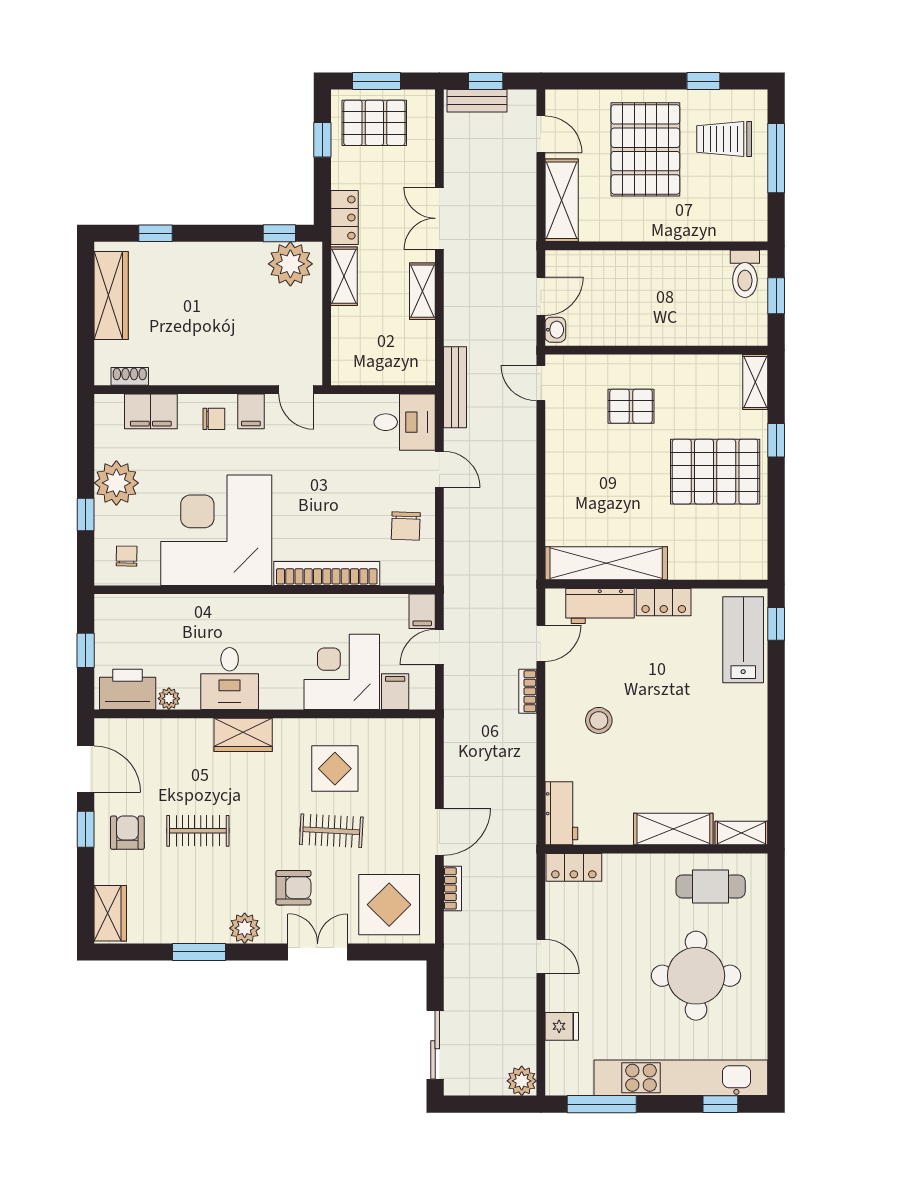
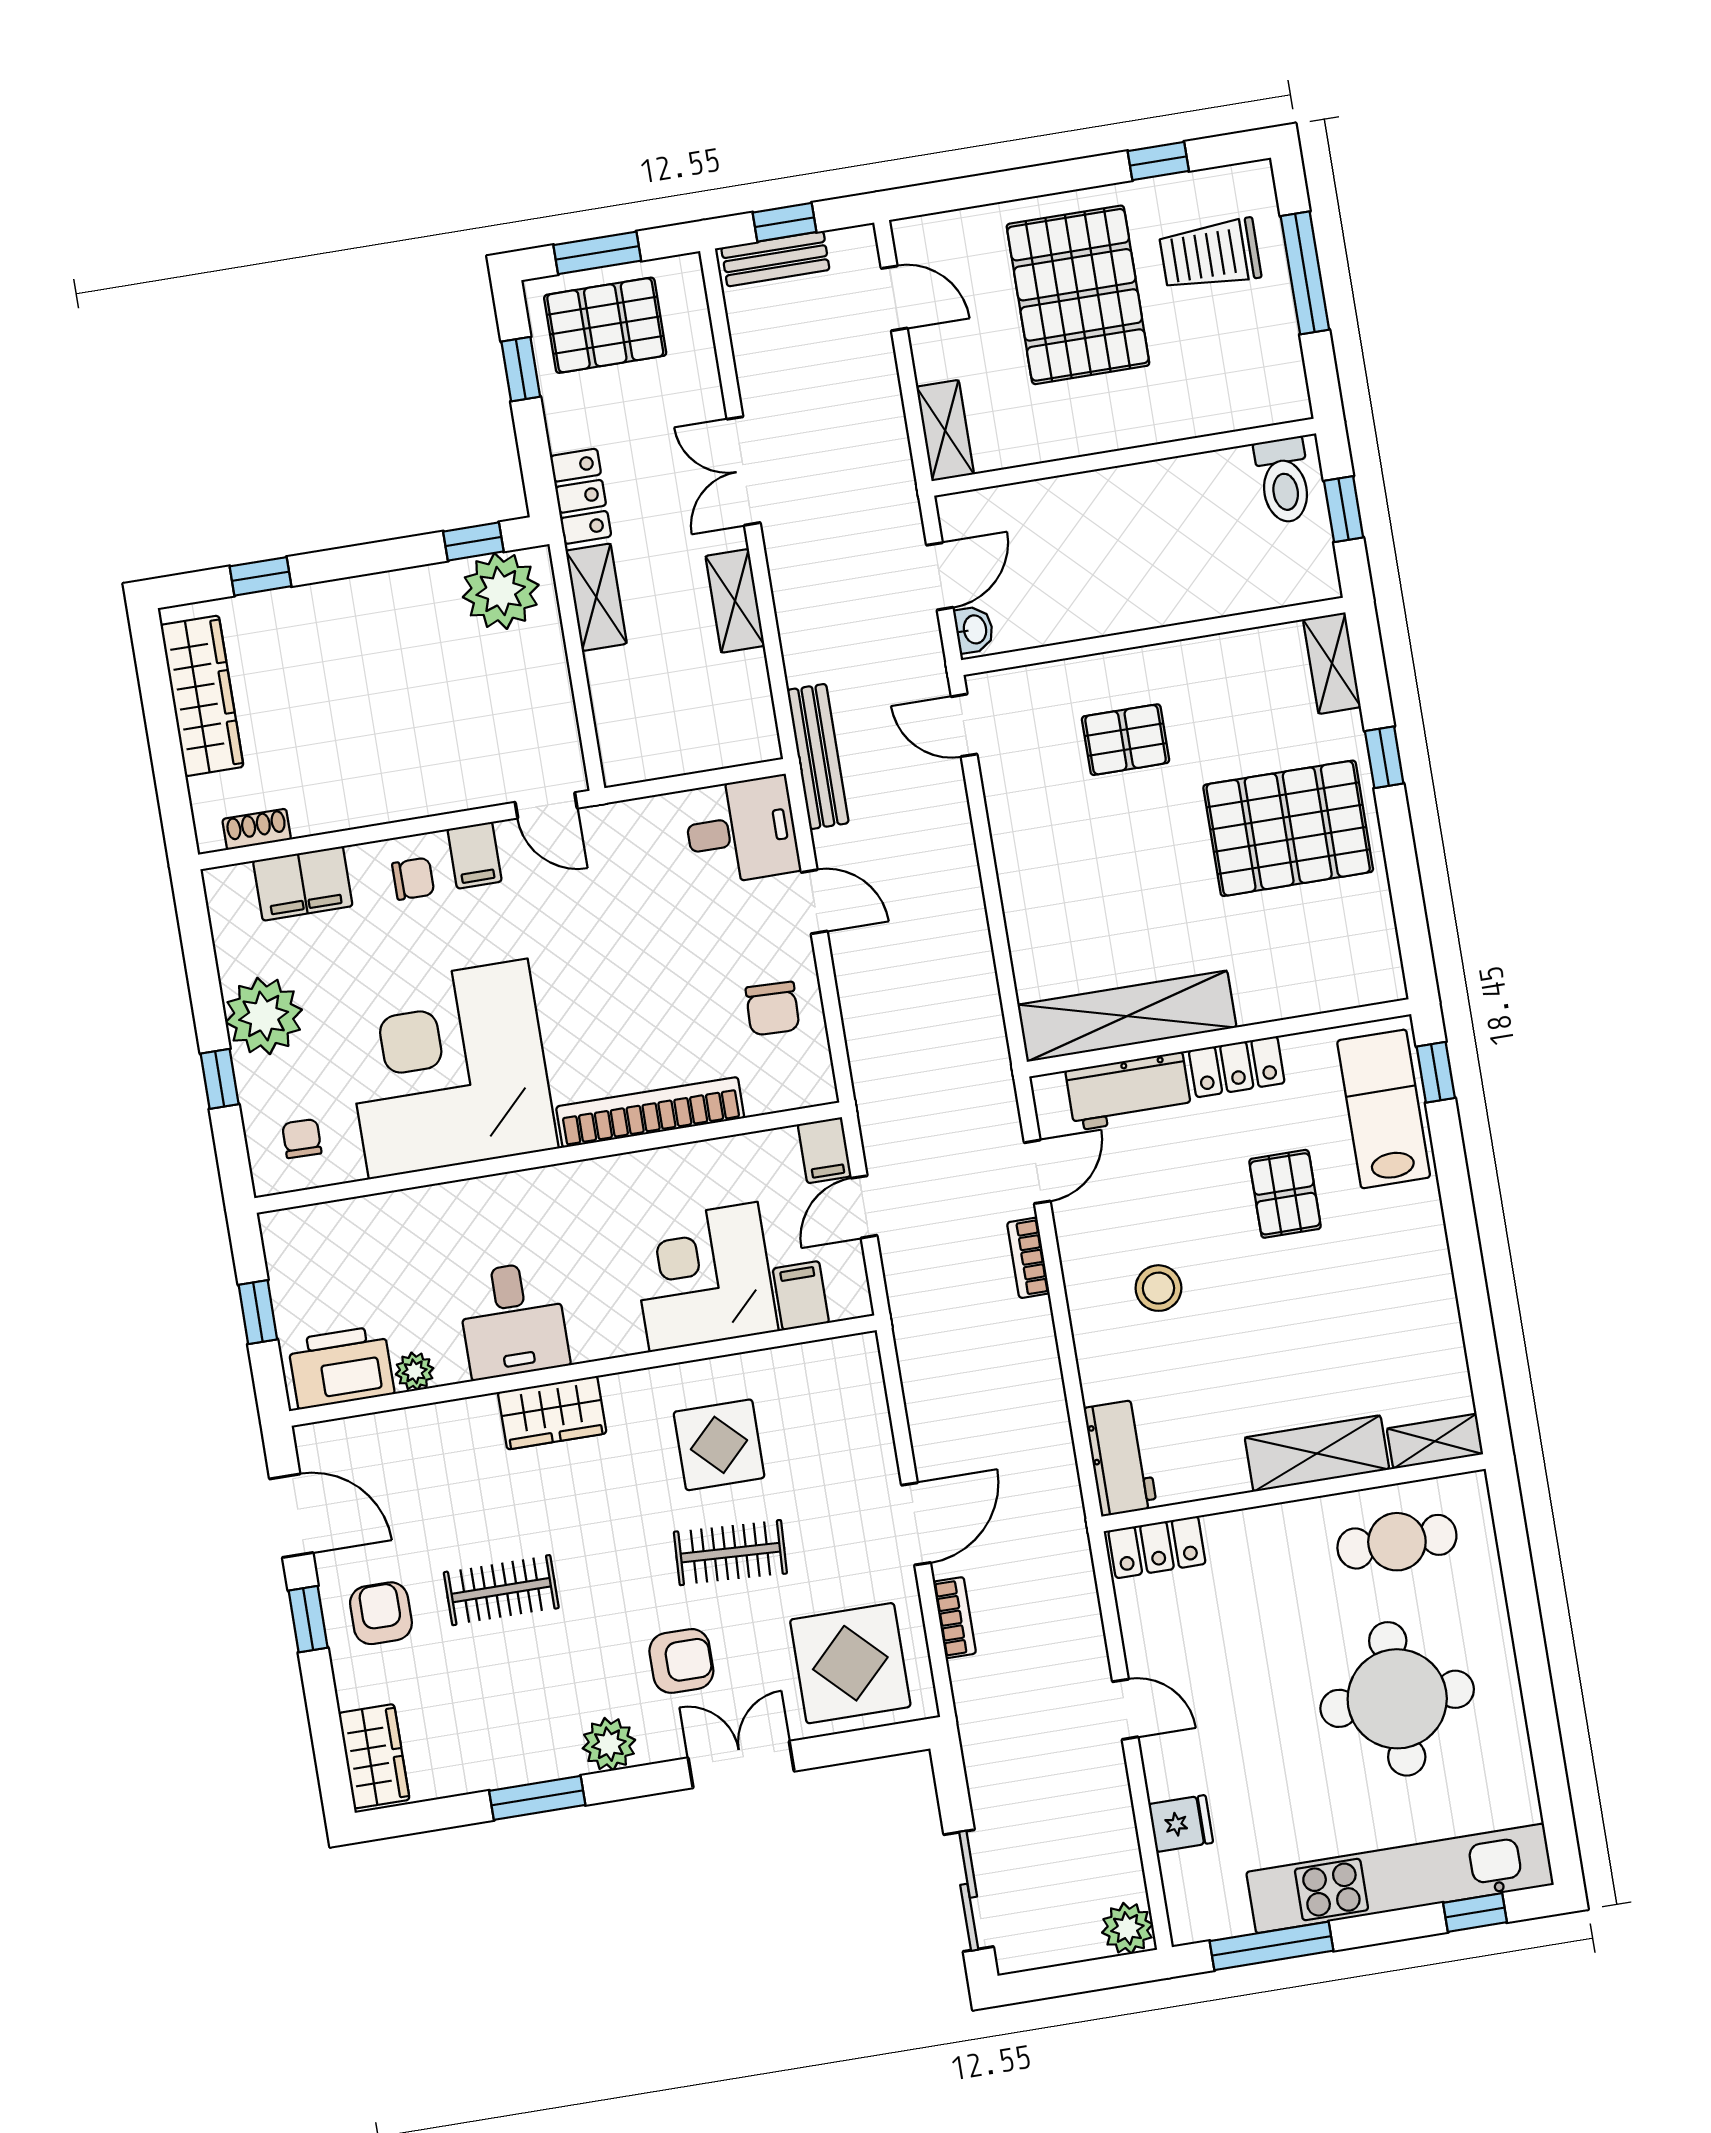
shelving: (562, 200) -> (945, 431), width x0.67, depth x0.75
pallet: (679, 679) -> (1285, 1194), added

